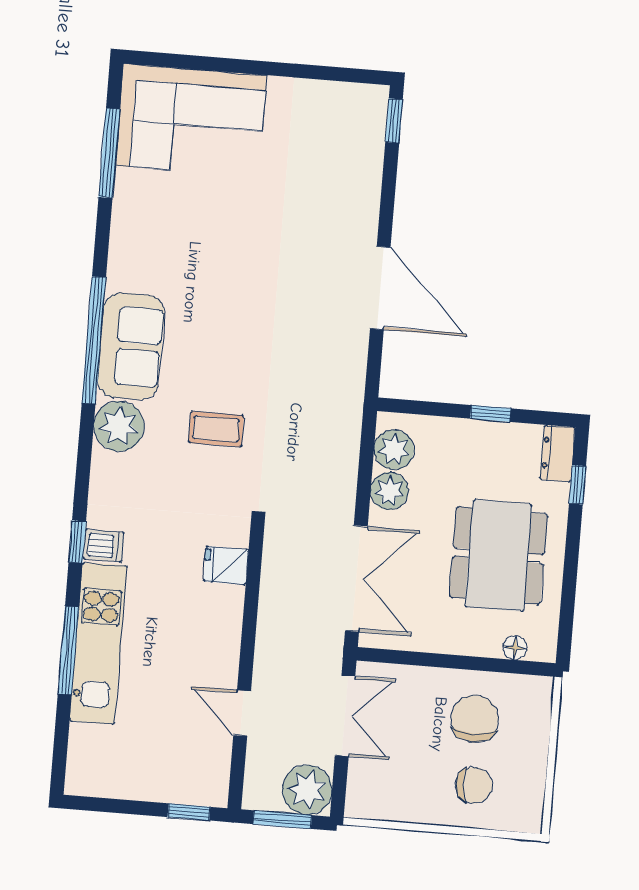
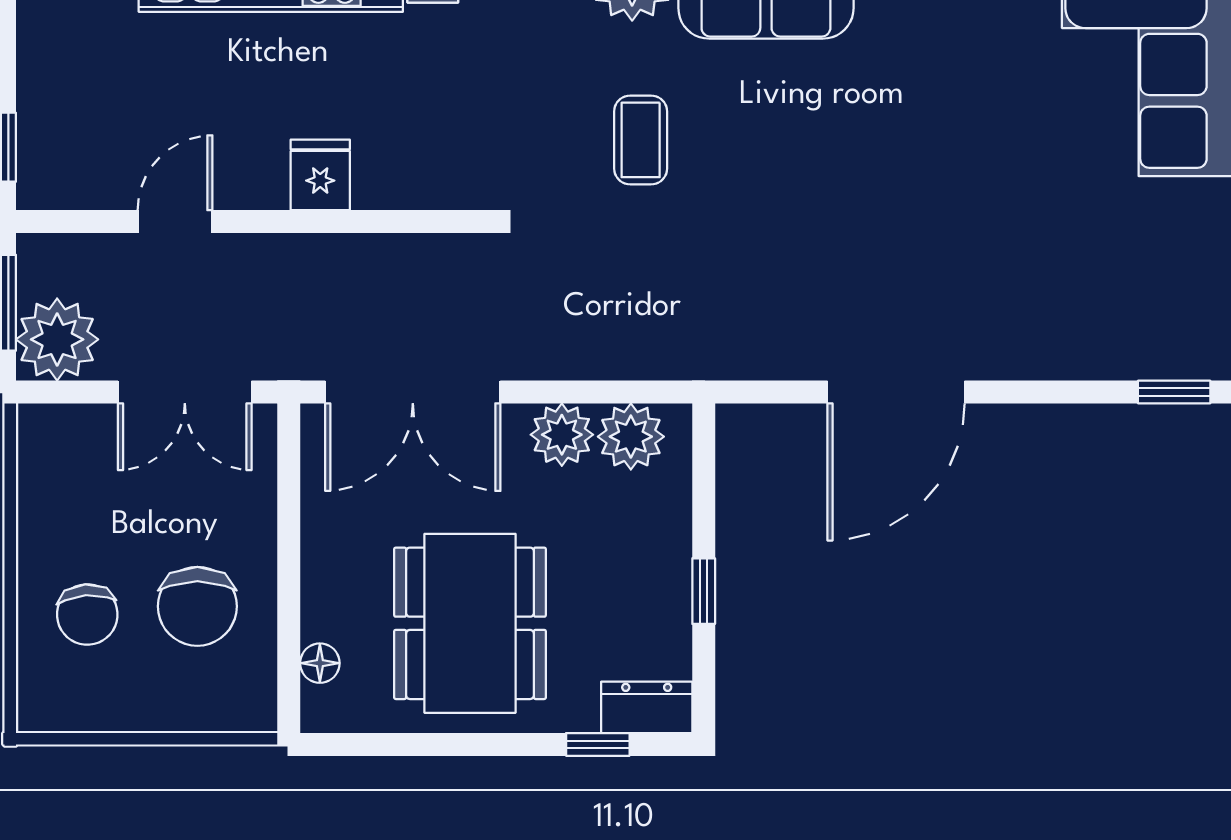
dining table: (498, 556) -> (470, 623), turned 90
fridge: (226, 565) -> (320, 175), moved
chair: (475, 719) -> (197, 606), turned 90

